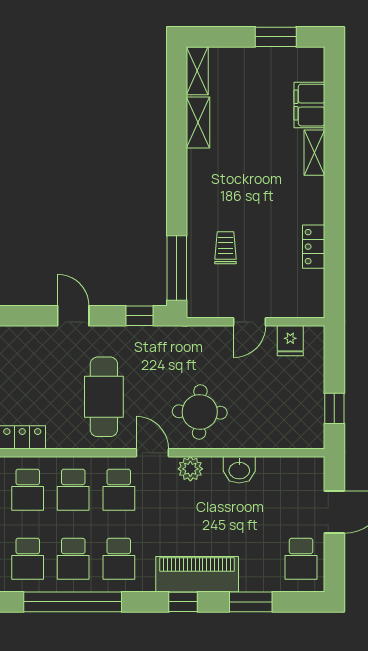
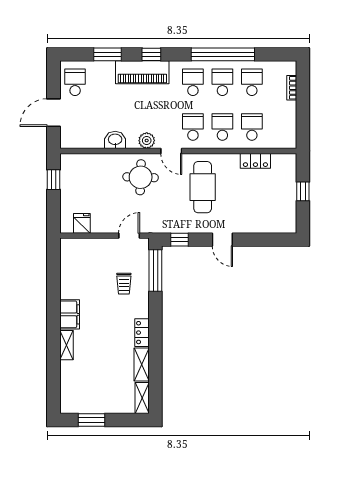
filing cabinet: (309, 105) -> (70, 314), moved
locker: (314, 247) -> (142, 333), moved, turned 180
door: (250, 322) -> (129, 236), moved

